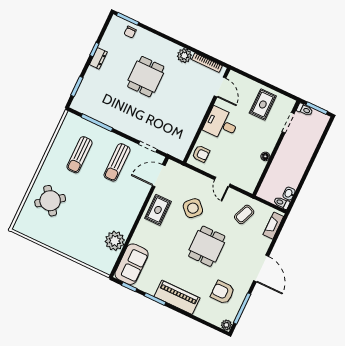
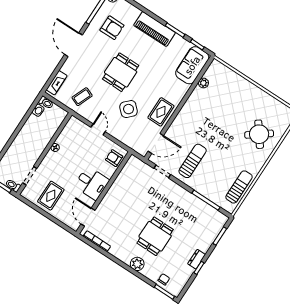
plant: (184, 56) -> (137, 264), moved
sun lounger: (80, 155) -> (239, 187), moved
plant: (115, 241) -> (203, 83), width x0.53, depth x0.53

